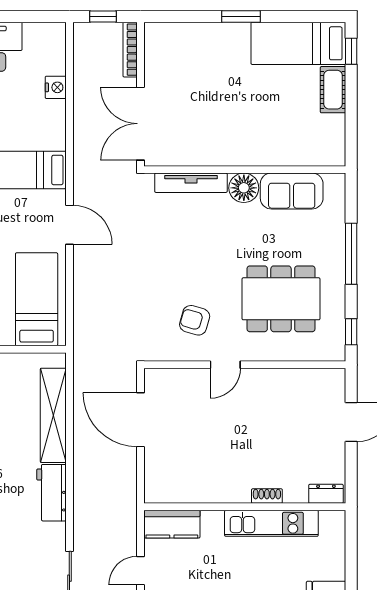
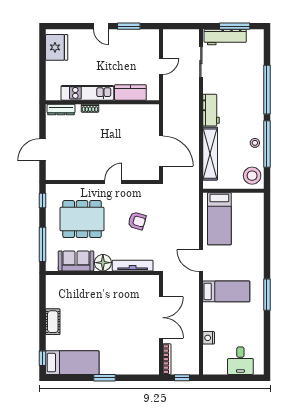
cot: (333, 90) -> (53, 322), moved
wall: (245, 170) -> (102, 273), moved
tv unit: (191, 183) -> (133, 266), moved
floor lamp: (244, 188) -> (103, 263), moved
sofa: (292, 191) -> (76, 261), moved
armchair: (195, 320) -> (137, 221), moved
dresser: (326, 494) -> (61, 109), width x1.44
kitchen counter: (172, 524) -> (130, 92), moved

